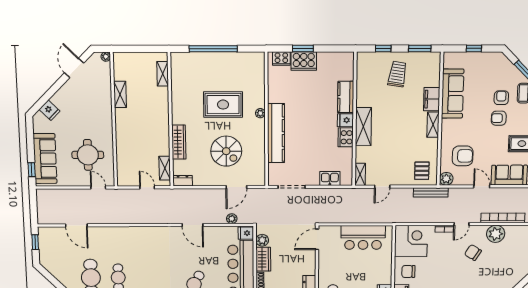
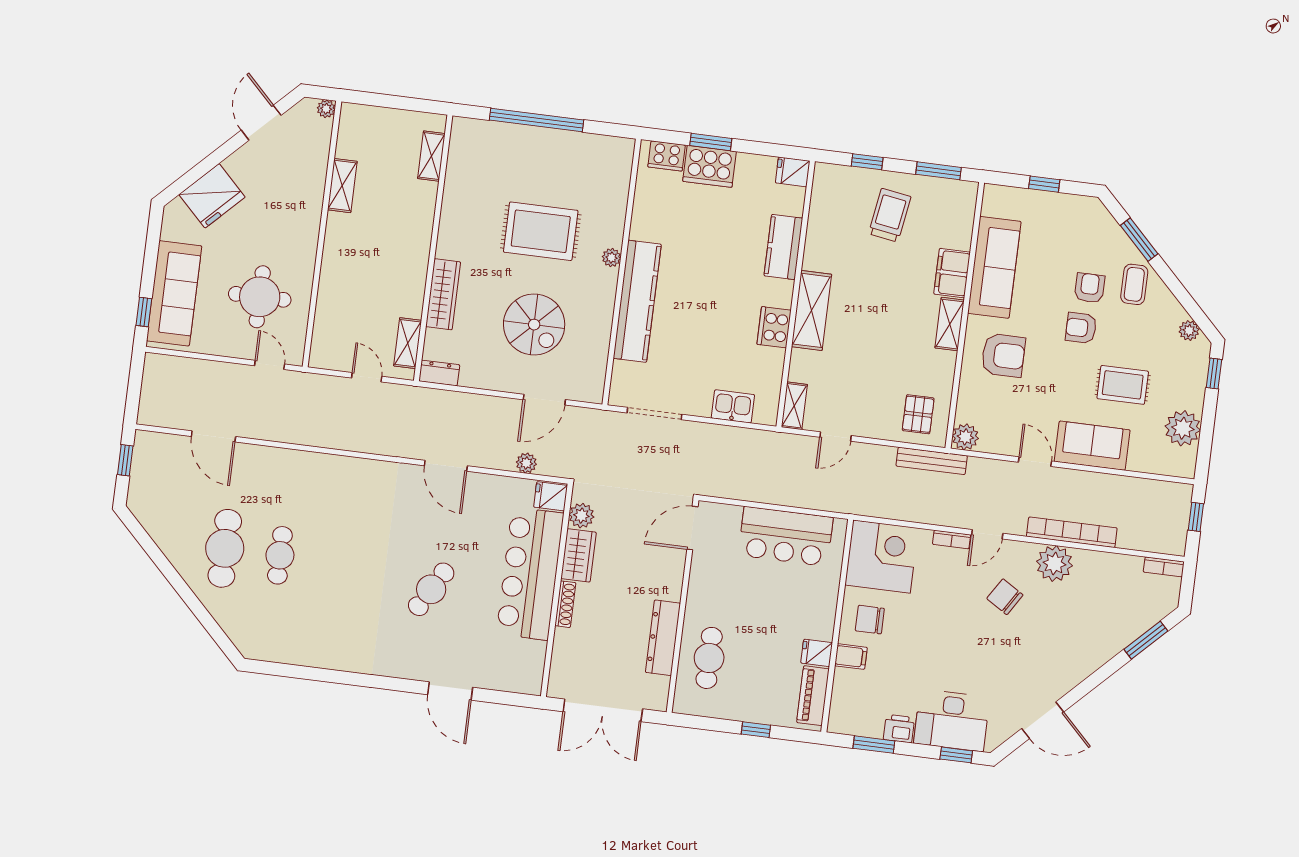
fridge: (49, 110) -> (212, 196), width x1.88, depth x1.34
fridge: (345, 120) -> (793, 172), moved
armchair: (463, 156) -> (1003, 355), moved

